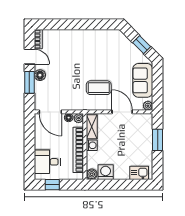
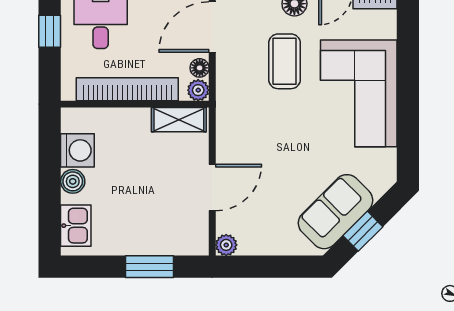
corner sofa: (80, 46) -> (359, 93), added
sofa: (143, 80) -> (336, 212), moved, turned -45
coffee table: (99, 88) -> (285, 61), moved
washing machine: (92, 145) -> (138, 119), removed
boiler: (92, 174) -> (73, 181), moved

